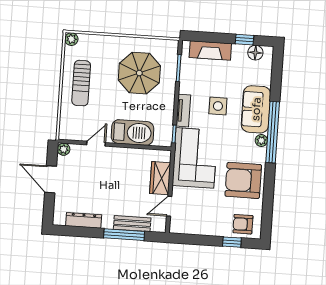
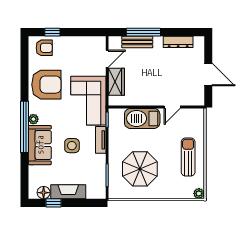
fireplace: (210, 51) -> (68, 192), moved
plant: (64, 149) -> (199, 100), removed

